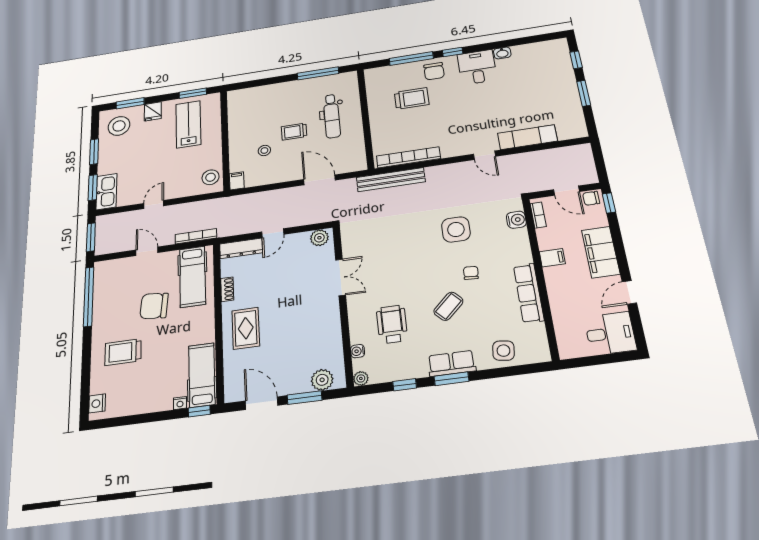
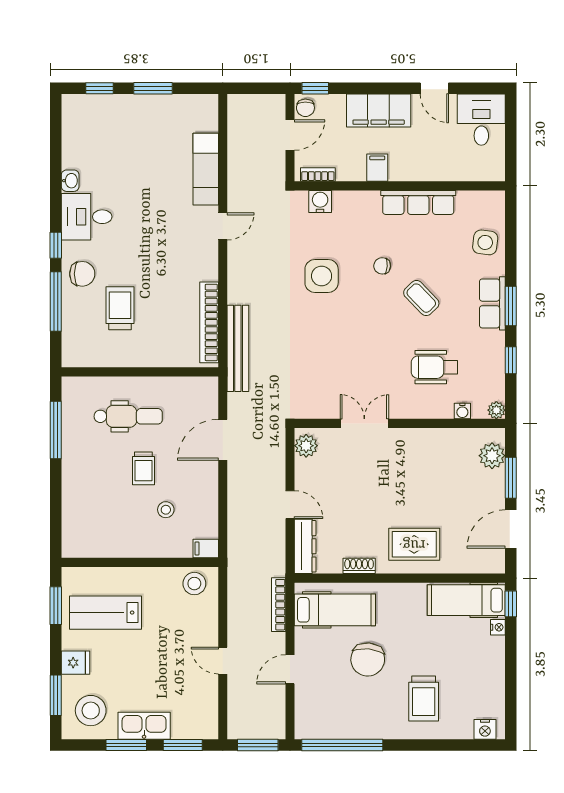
kitchen sink: (106, 192) -> (144, 726), moved

